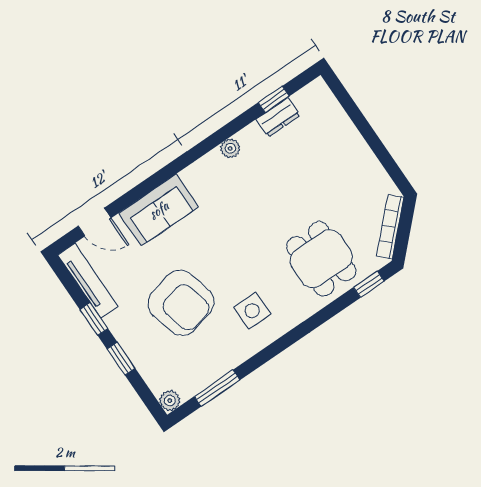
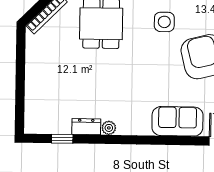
dresser: (278, 117) -> (86, 127), moved

